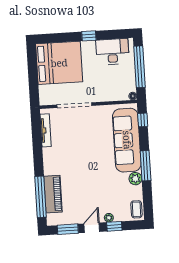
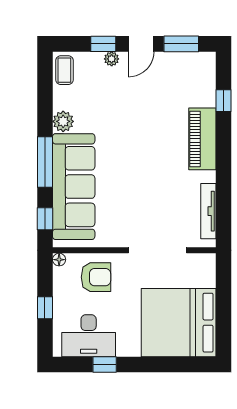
window: (89, 36) -> (105, 364), moved
window: (139, 67) -> (45, 308), width x0.32
armchair: (110, 87) -> (96, 277), added
window: (146, 166) -> (45, 162), moved
piano: (53, 194) -> (202, 139), moved
window: (40, 197) -> (224, 101), width x0.32

